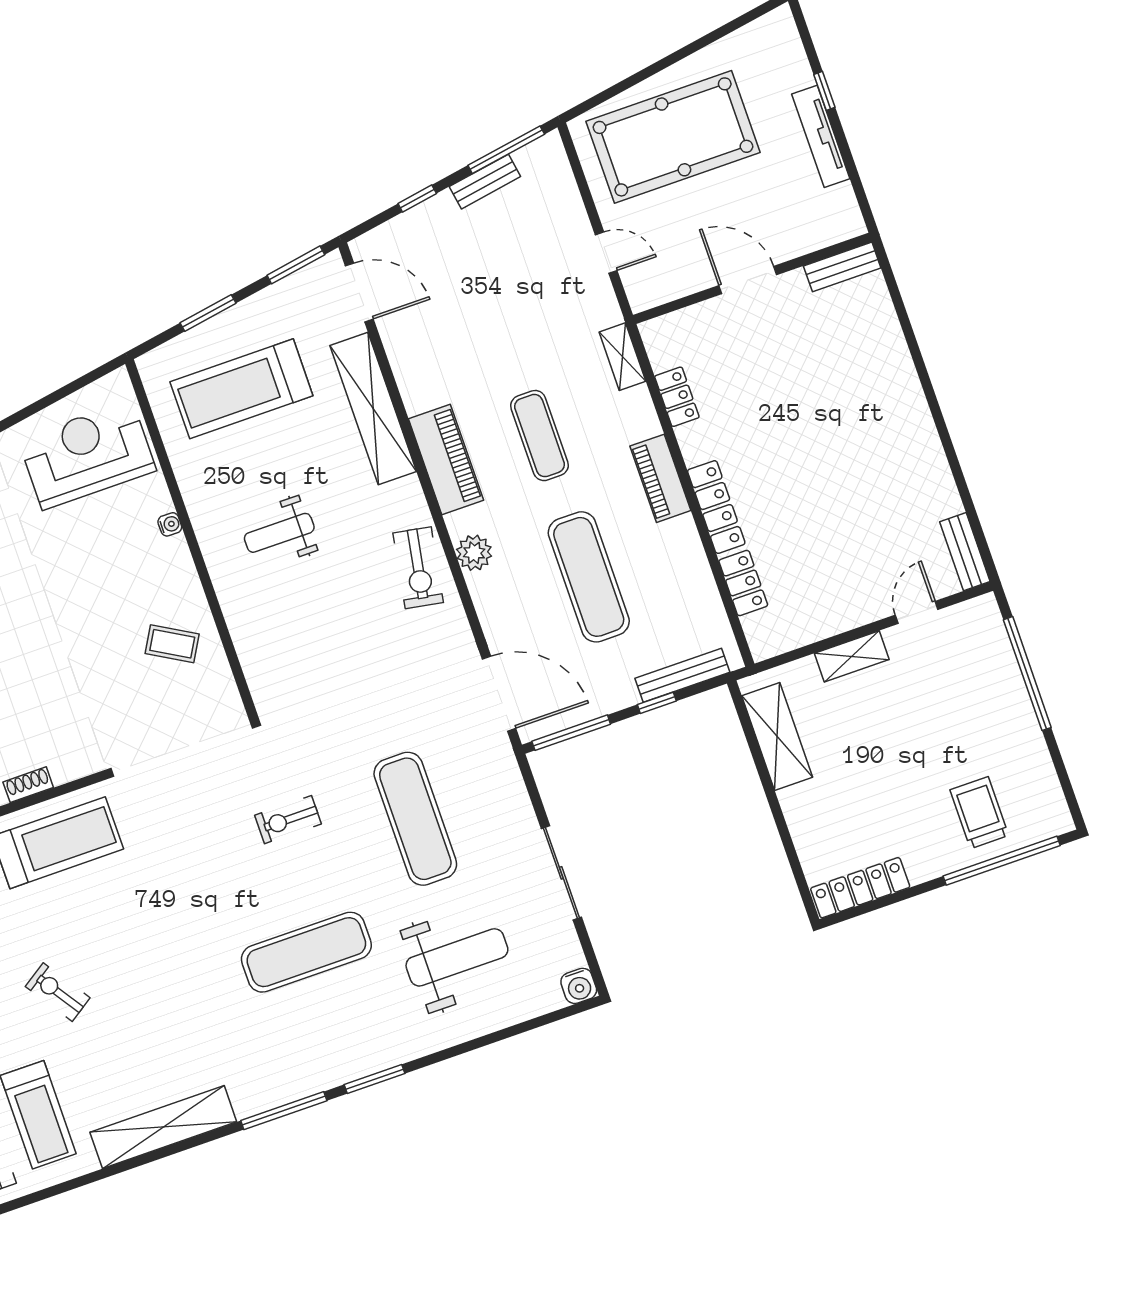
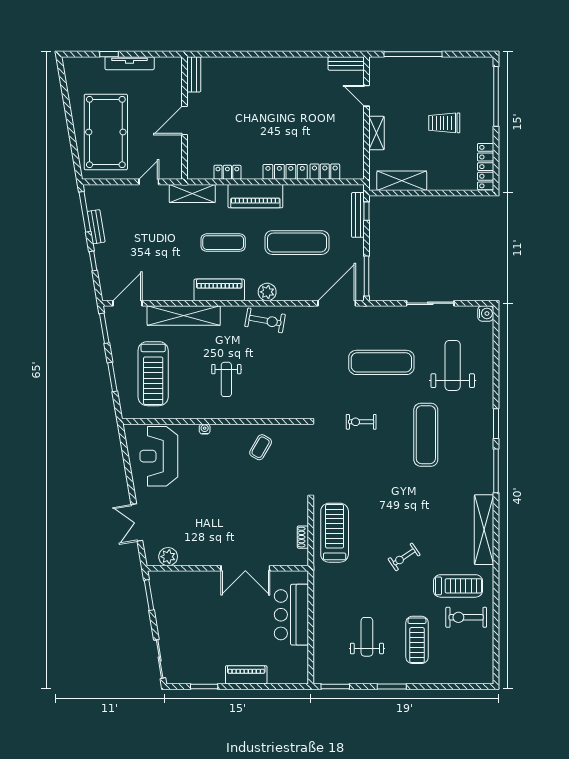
shelving: (622, 357) -> (192, 193), width x1.50, depth x1.33
piano: (660, 478) -> (255, 196), width x1.37, depth x1.33
window: (657, 703) -> (367, 211), moved
trolley: (979, 813) -> (444, 123), moved
exercise bike: (288, 820) -> (361, 422), turned 90

